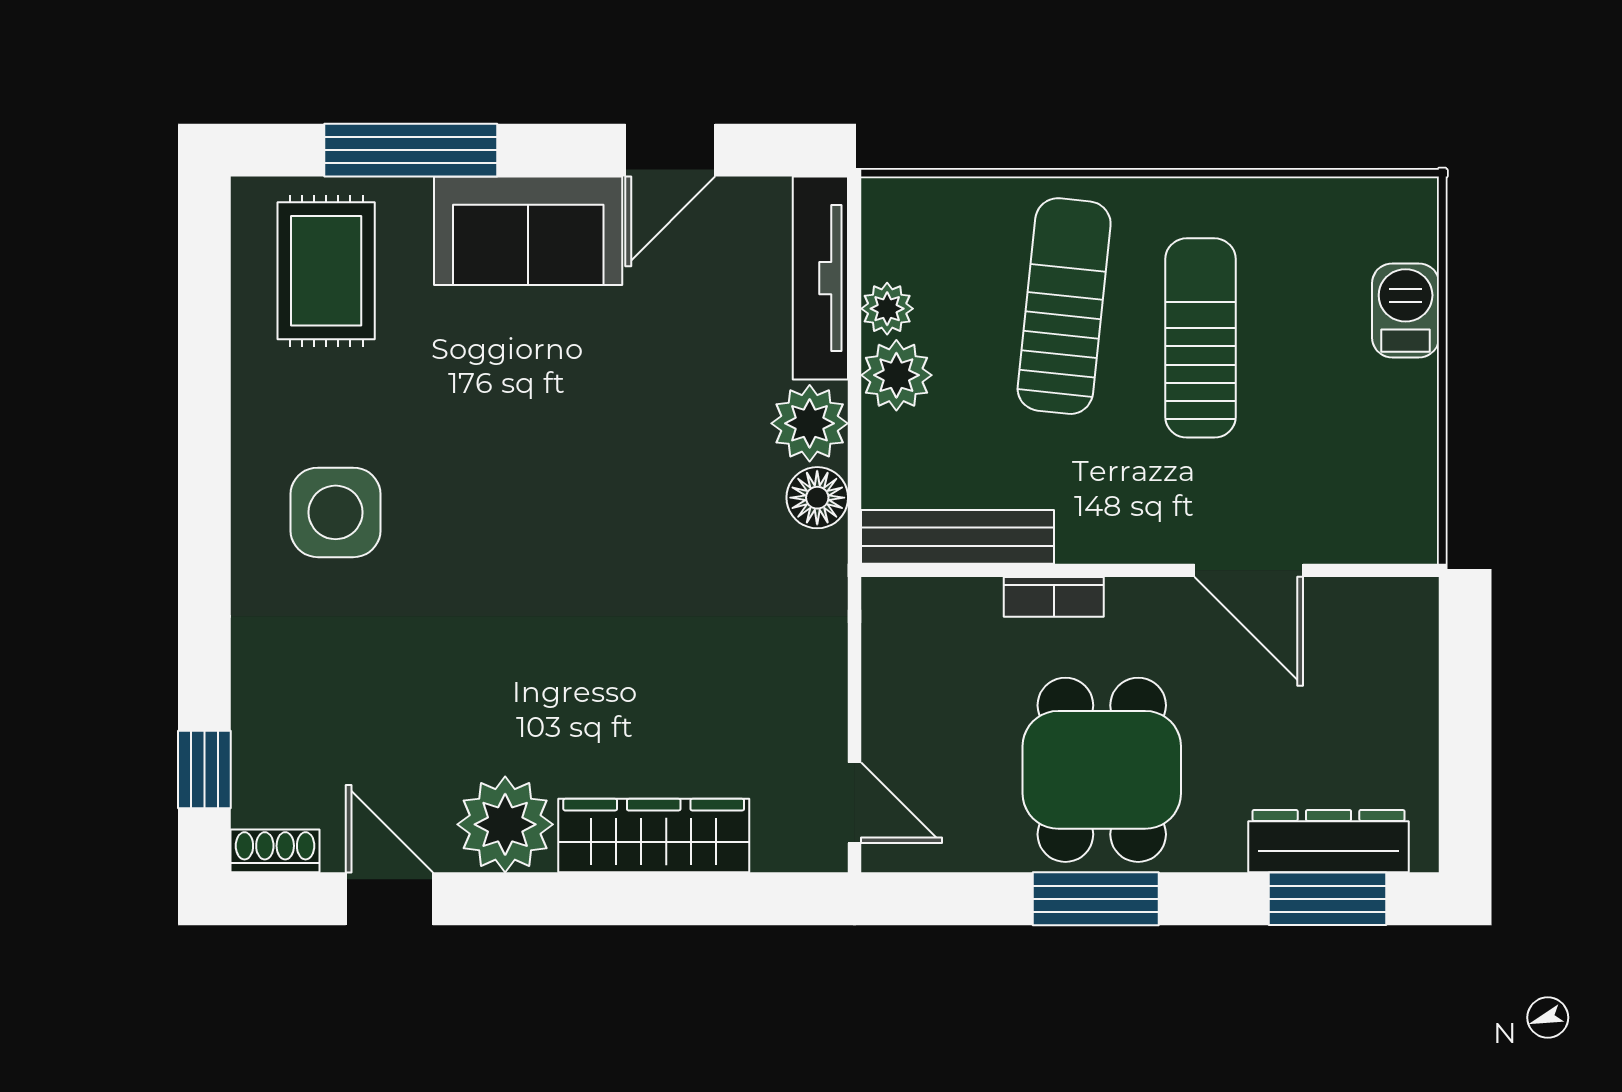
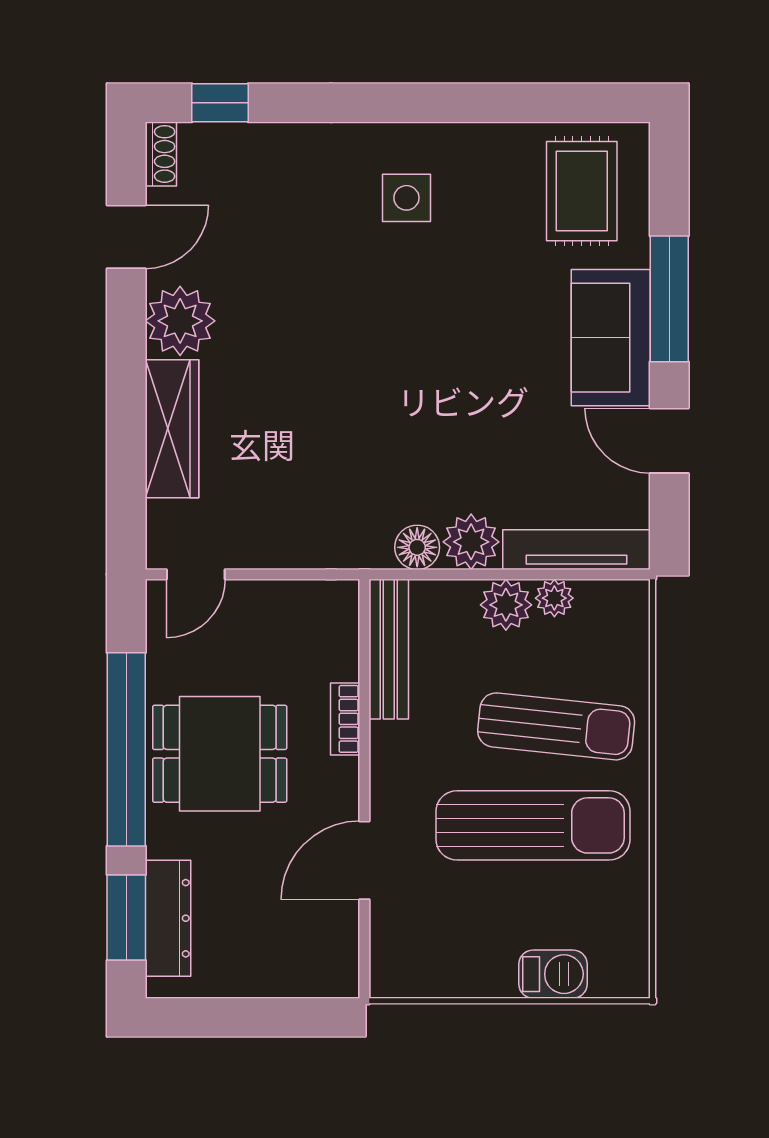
window: (411, 150) -> (669, 299), moved
rug: (326, 271) -> (582, 191), turned 90
sun lounger: (1201, 338) -> (533, 825), width x1.36, depth x1.34
side table: (336, 512) -> (406, 198), width x0.73, depth x0.73
window: (1096, 899) -> (126, 749), width x2.11

